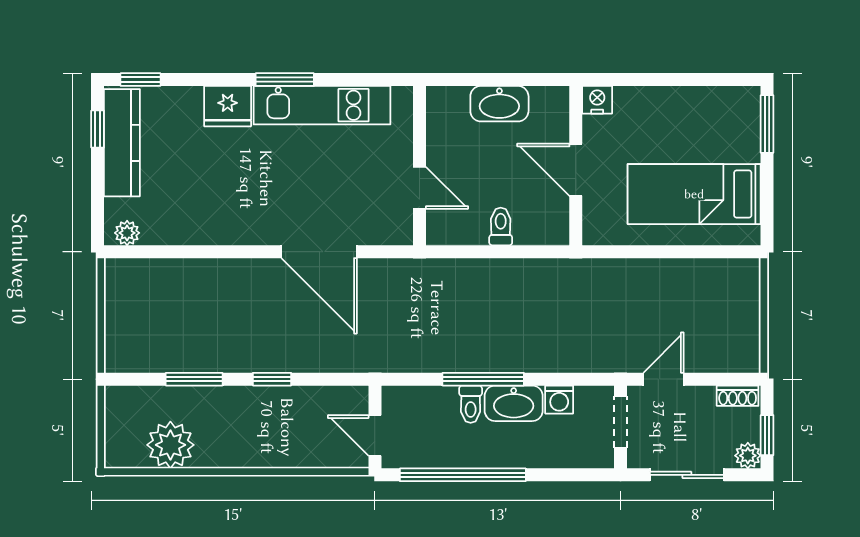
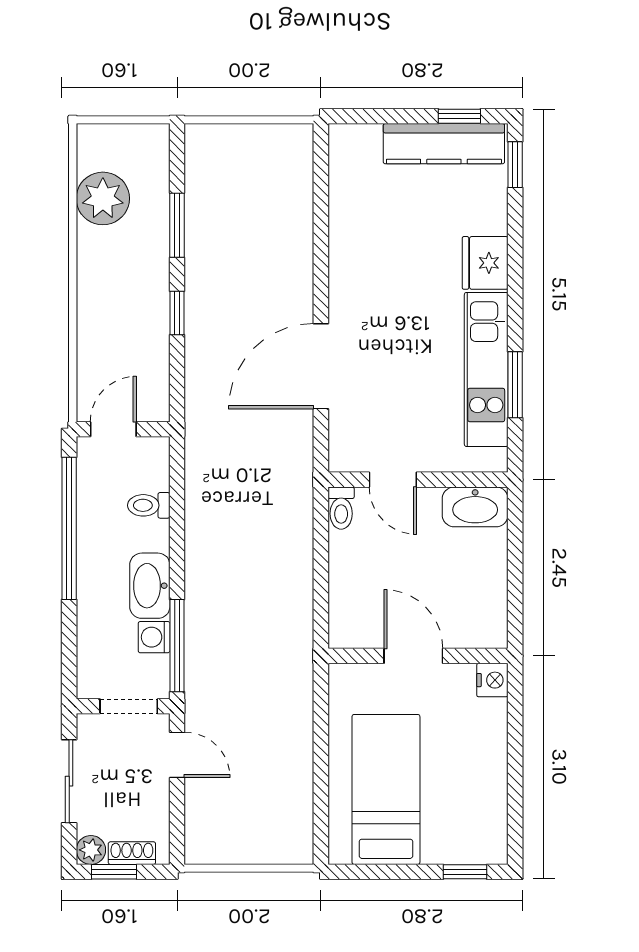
window: (285, 80) -> (515, 385), moved
washbasin: (499, 104) -> (475, 507), moved, turned -90
window: (767, 124) -> (465, 872), width x0.67
door: (576, 170) -> (413, 656), hinge flipped
door: (420, 188) -> (393, 480), hinge flipped
toilet: (501, 227) -> (341, 508), moved, turned 90
plant: (127, 233) -> (342, 149), removed
window: (483, 379) -> (177, 646), moved
shoe rack: (738, 396) -> (132, 853), moved, turned 90
toilet: (471, 404) -> (149, 505), moved

